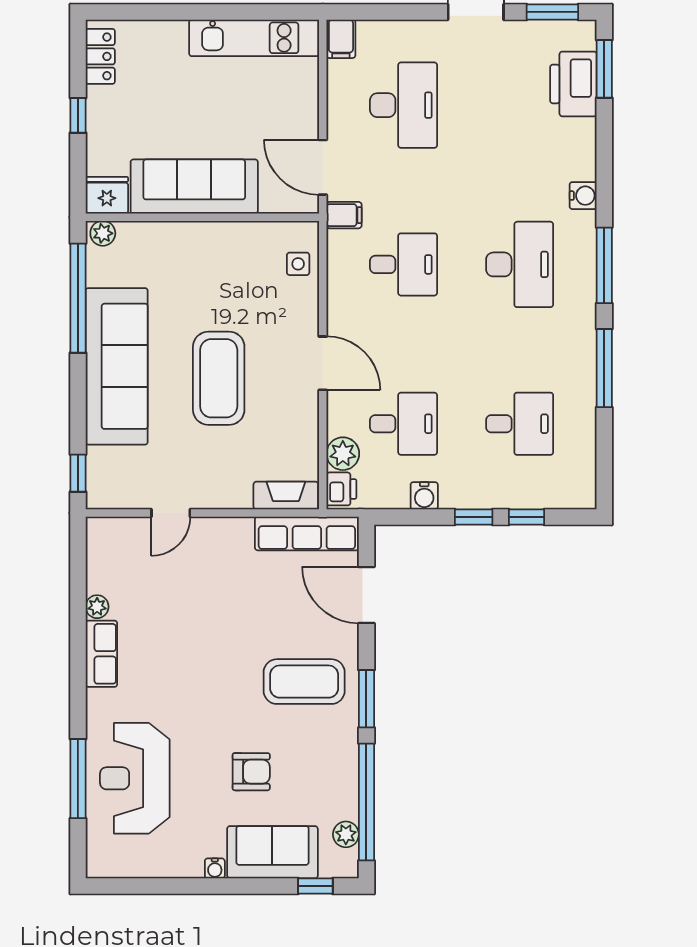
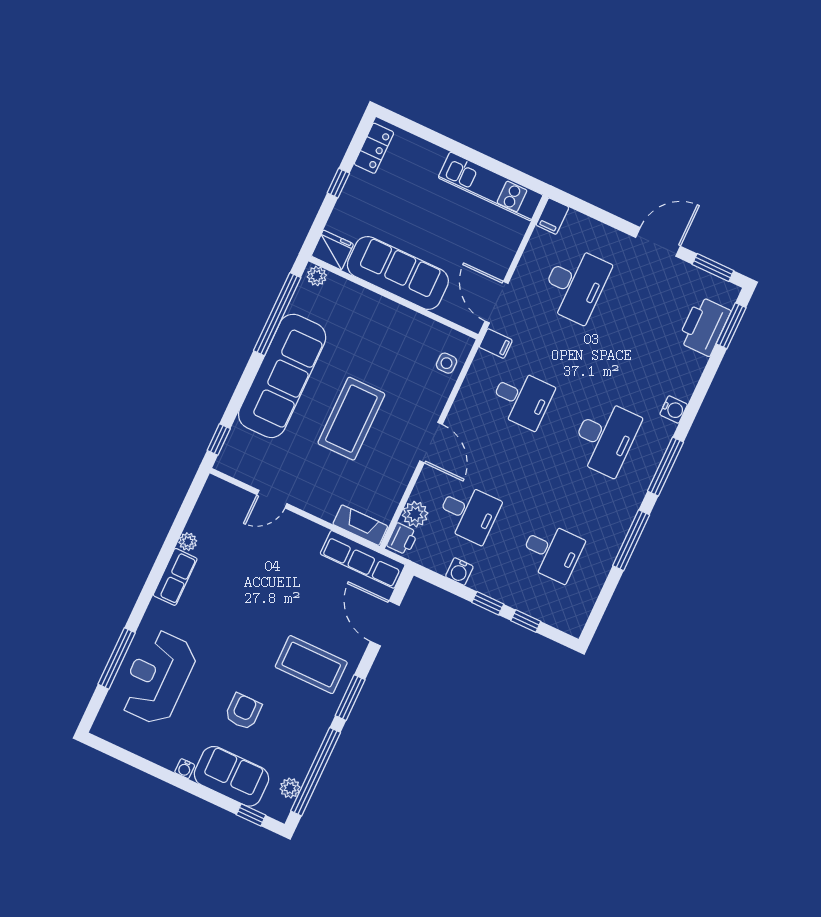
armchair: (251, 772) -> (243, 711), turned -90

